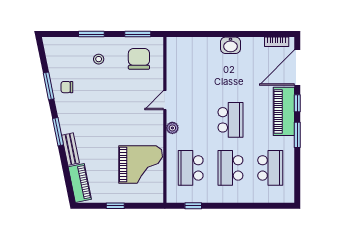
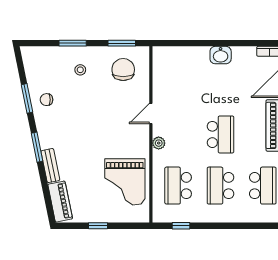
grand piano: (141, 164) -> (125, 182), turned 90

